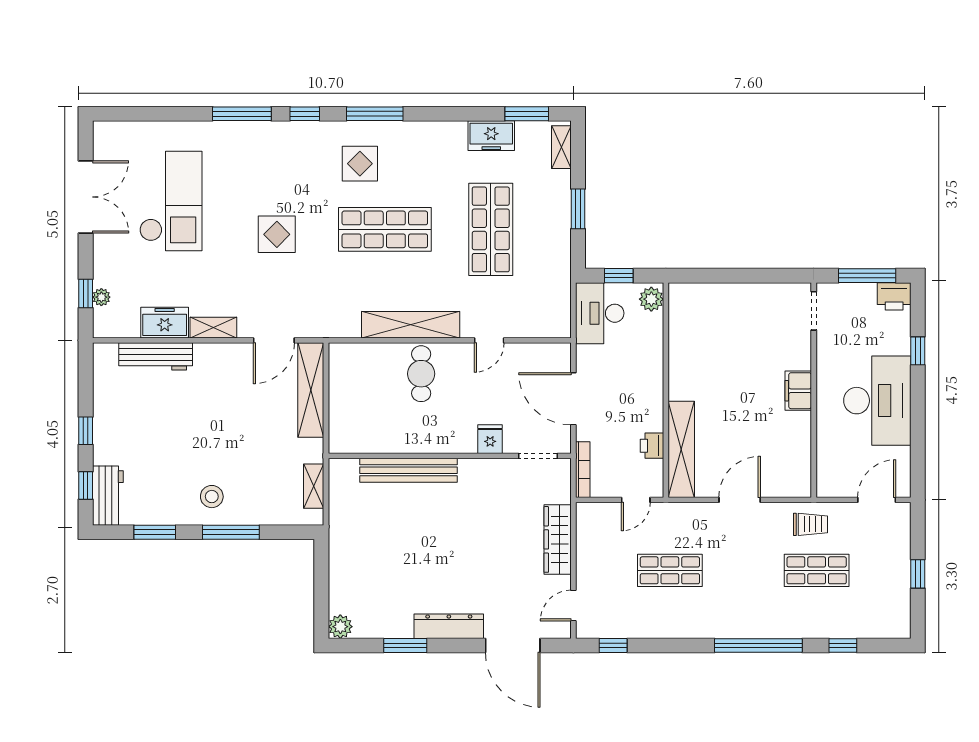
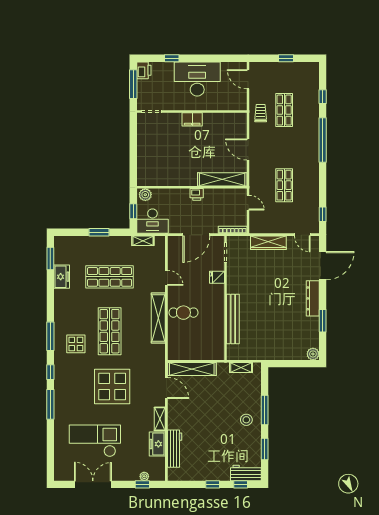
shelving: (561, 147) -> (143, 241), moved
display table: (277, 234) -> (112, 387), width x1.86, depth x1.86
printer: (652, 446) -> (197, 194), moved

